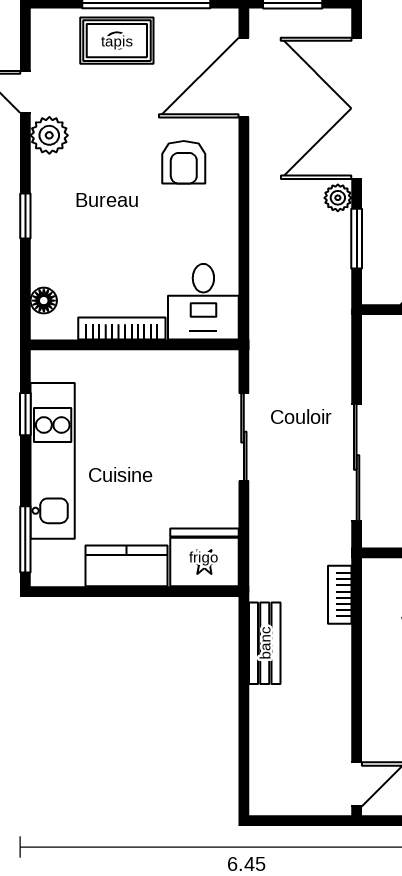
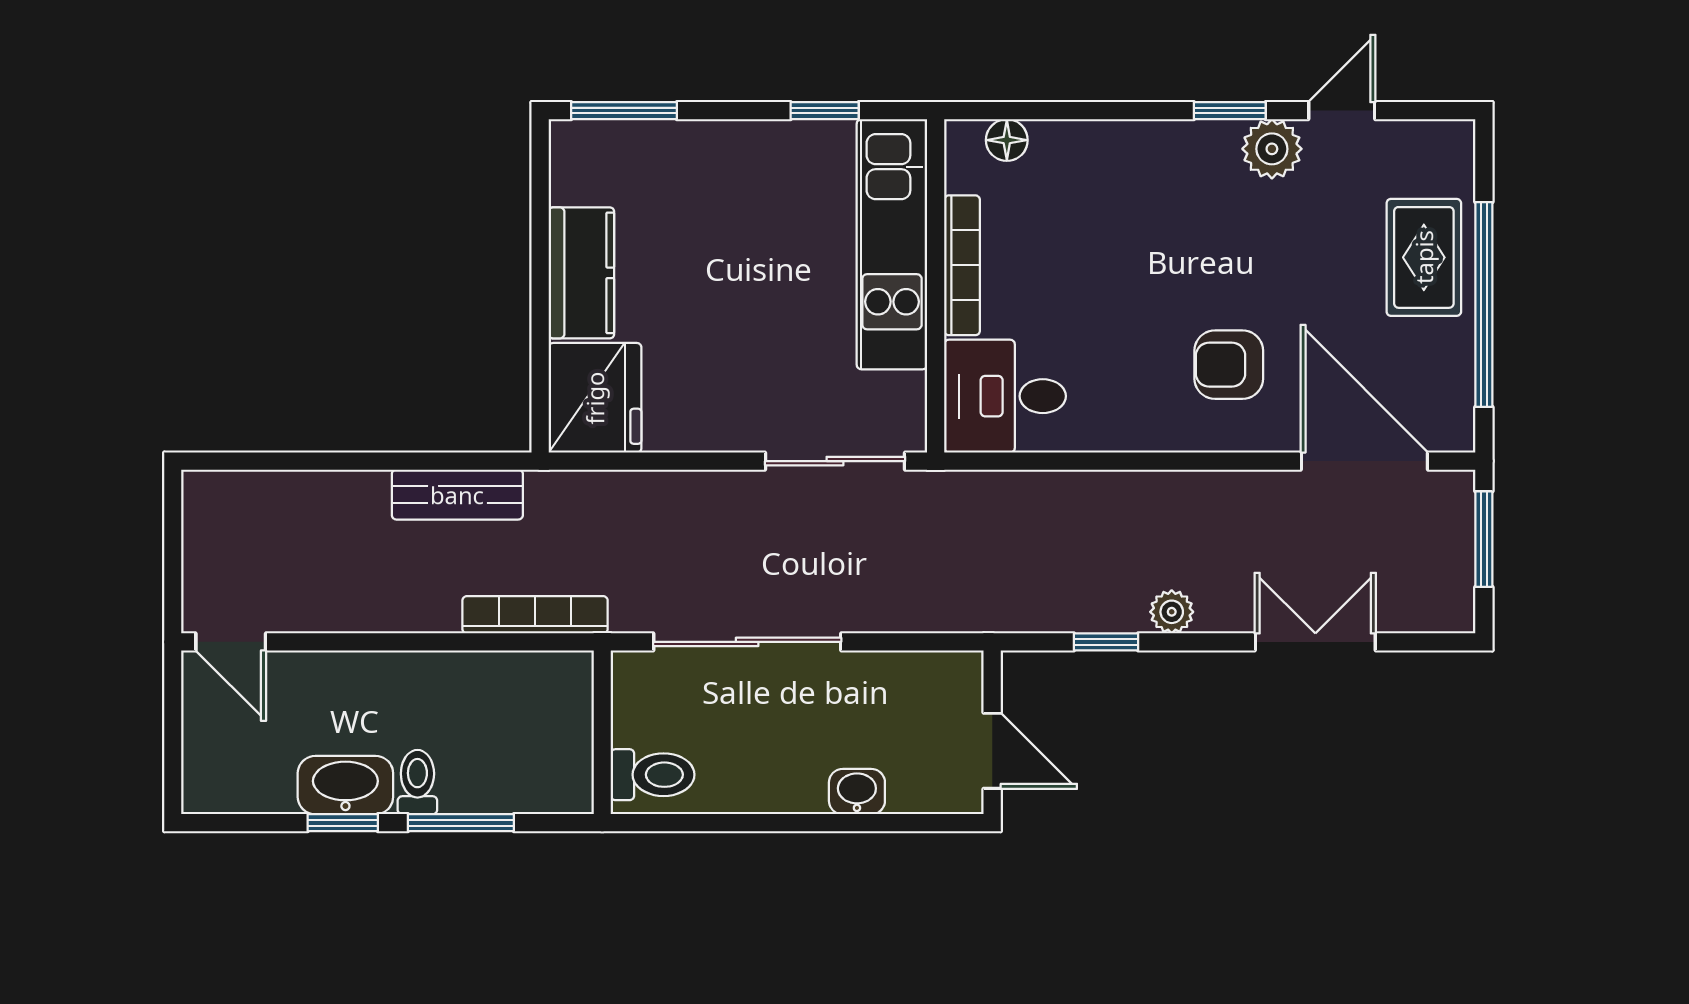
double door: (357, 108) -> (1315, 642), width x0.54
window: (25, 216) -> (1230, 111), moved
window: (357, 239) -> (1106, 642), width x0.67
sliding door: (244, 437) -> (835, 461), moved
kitchen unit: (53, 461) -> (892, 244), moved, turned 90
bookcase: (340, 595) -> (535, 615), width x1.56

